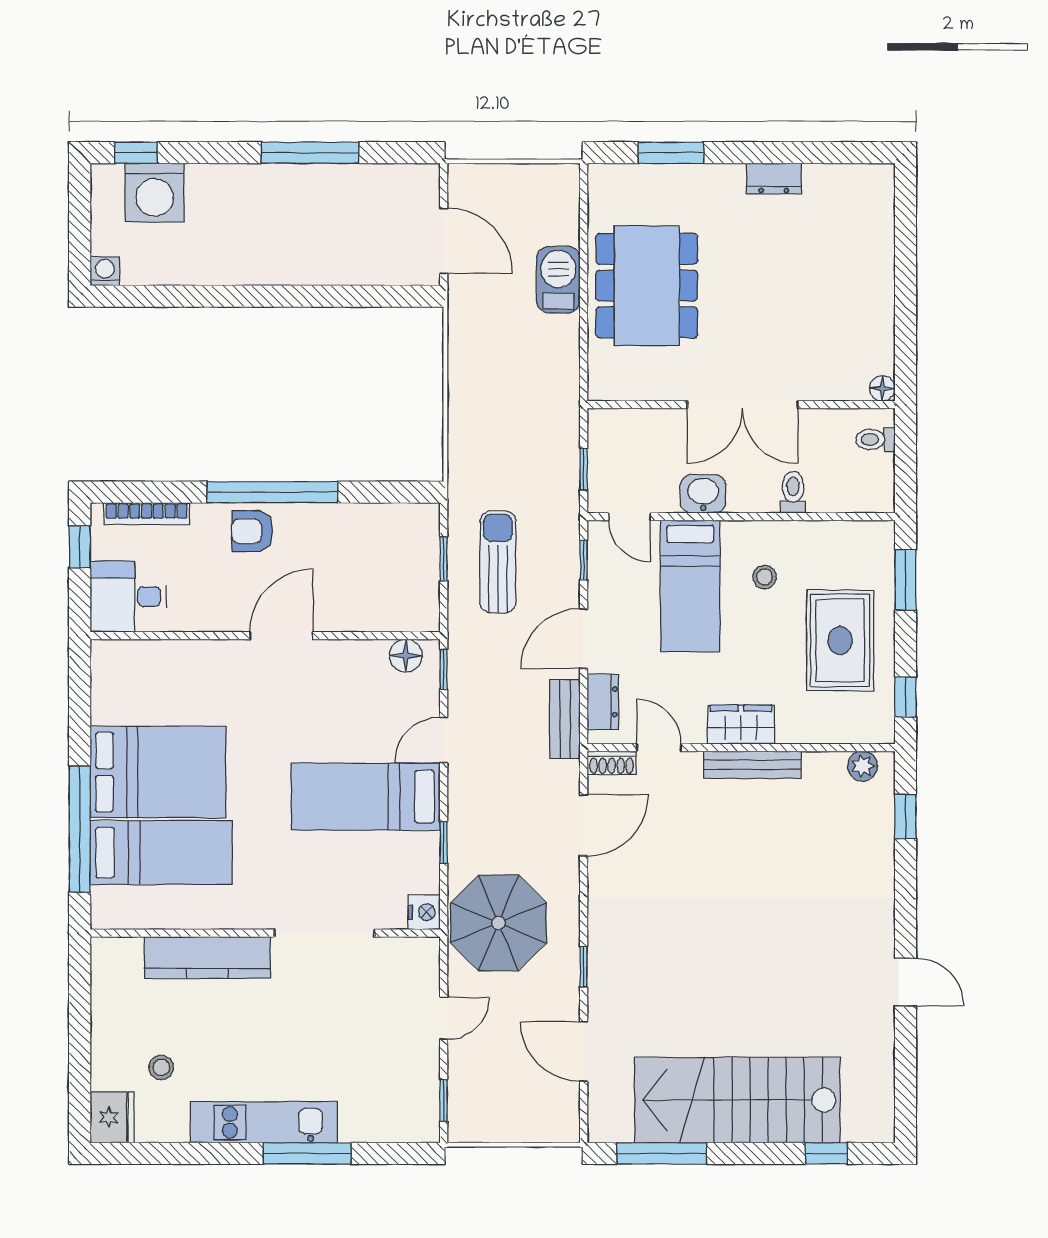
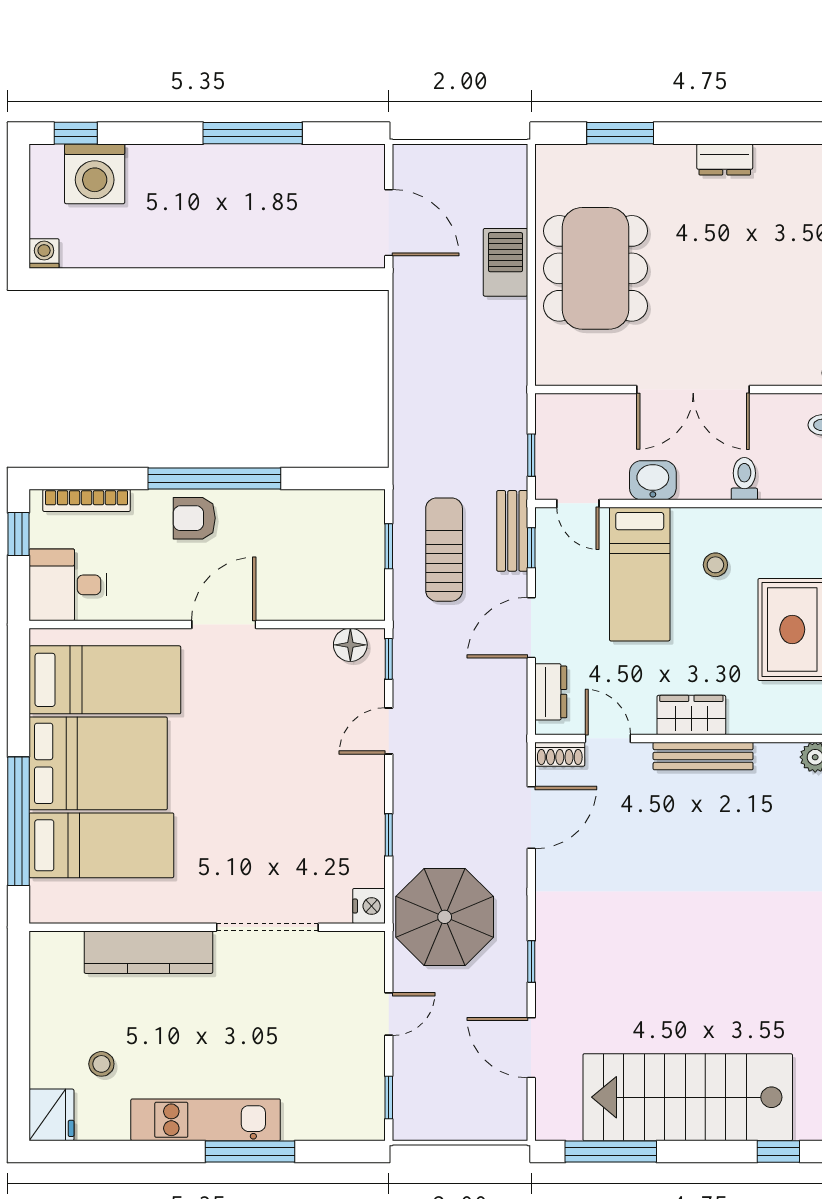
bench: (565, 719) -> (512, 531), moved
bed: (366, 797) -> (105, 680), moved, turned 180

